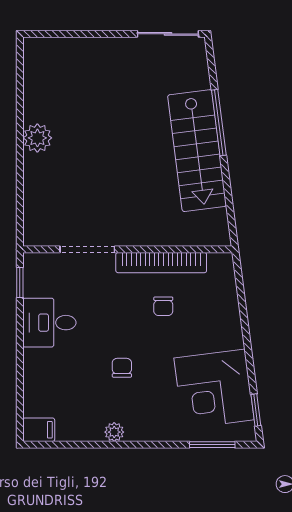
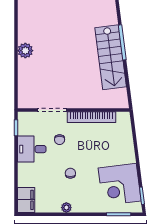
chair: (163, 306) -> (60, 140), moved
filing cabinet: (39, 430) -> (26, 200), width x2.00

